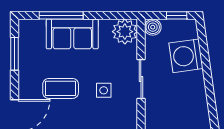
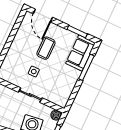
plant: (125, 32) -> (61, 98), removed
sofa: (72, 34) -> (80, 53), moved

